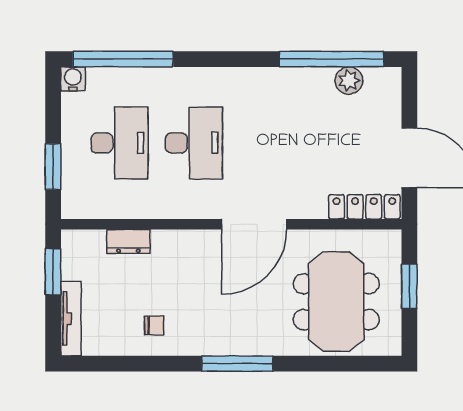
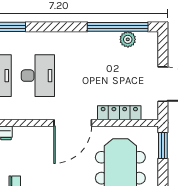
locker: (364, 207) -> (119, 113), moved
window: (409, 286) -> (163, 146), moved

